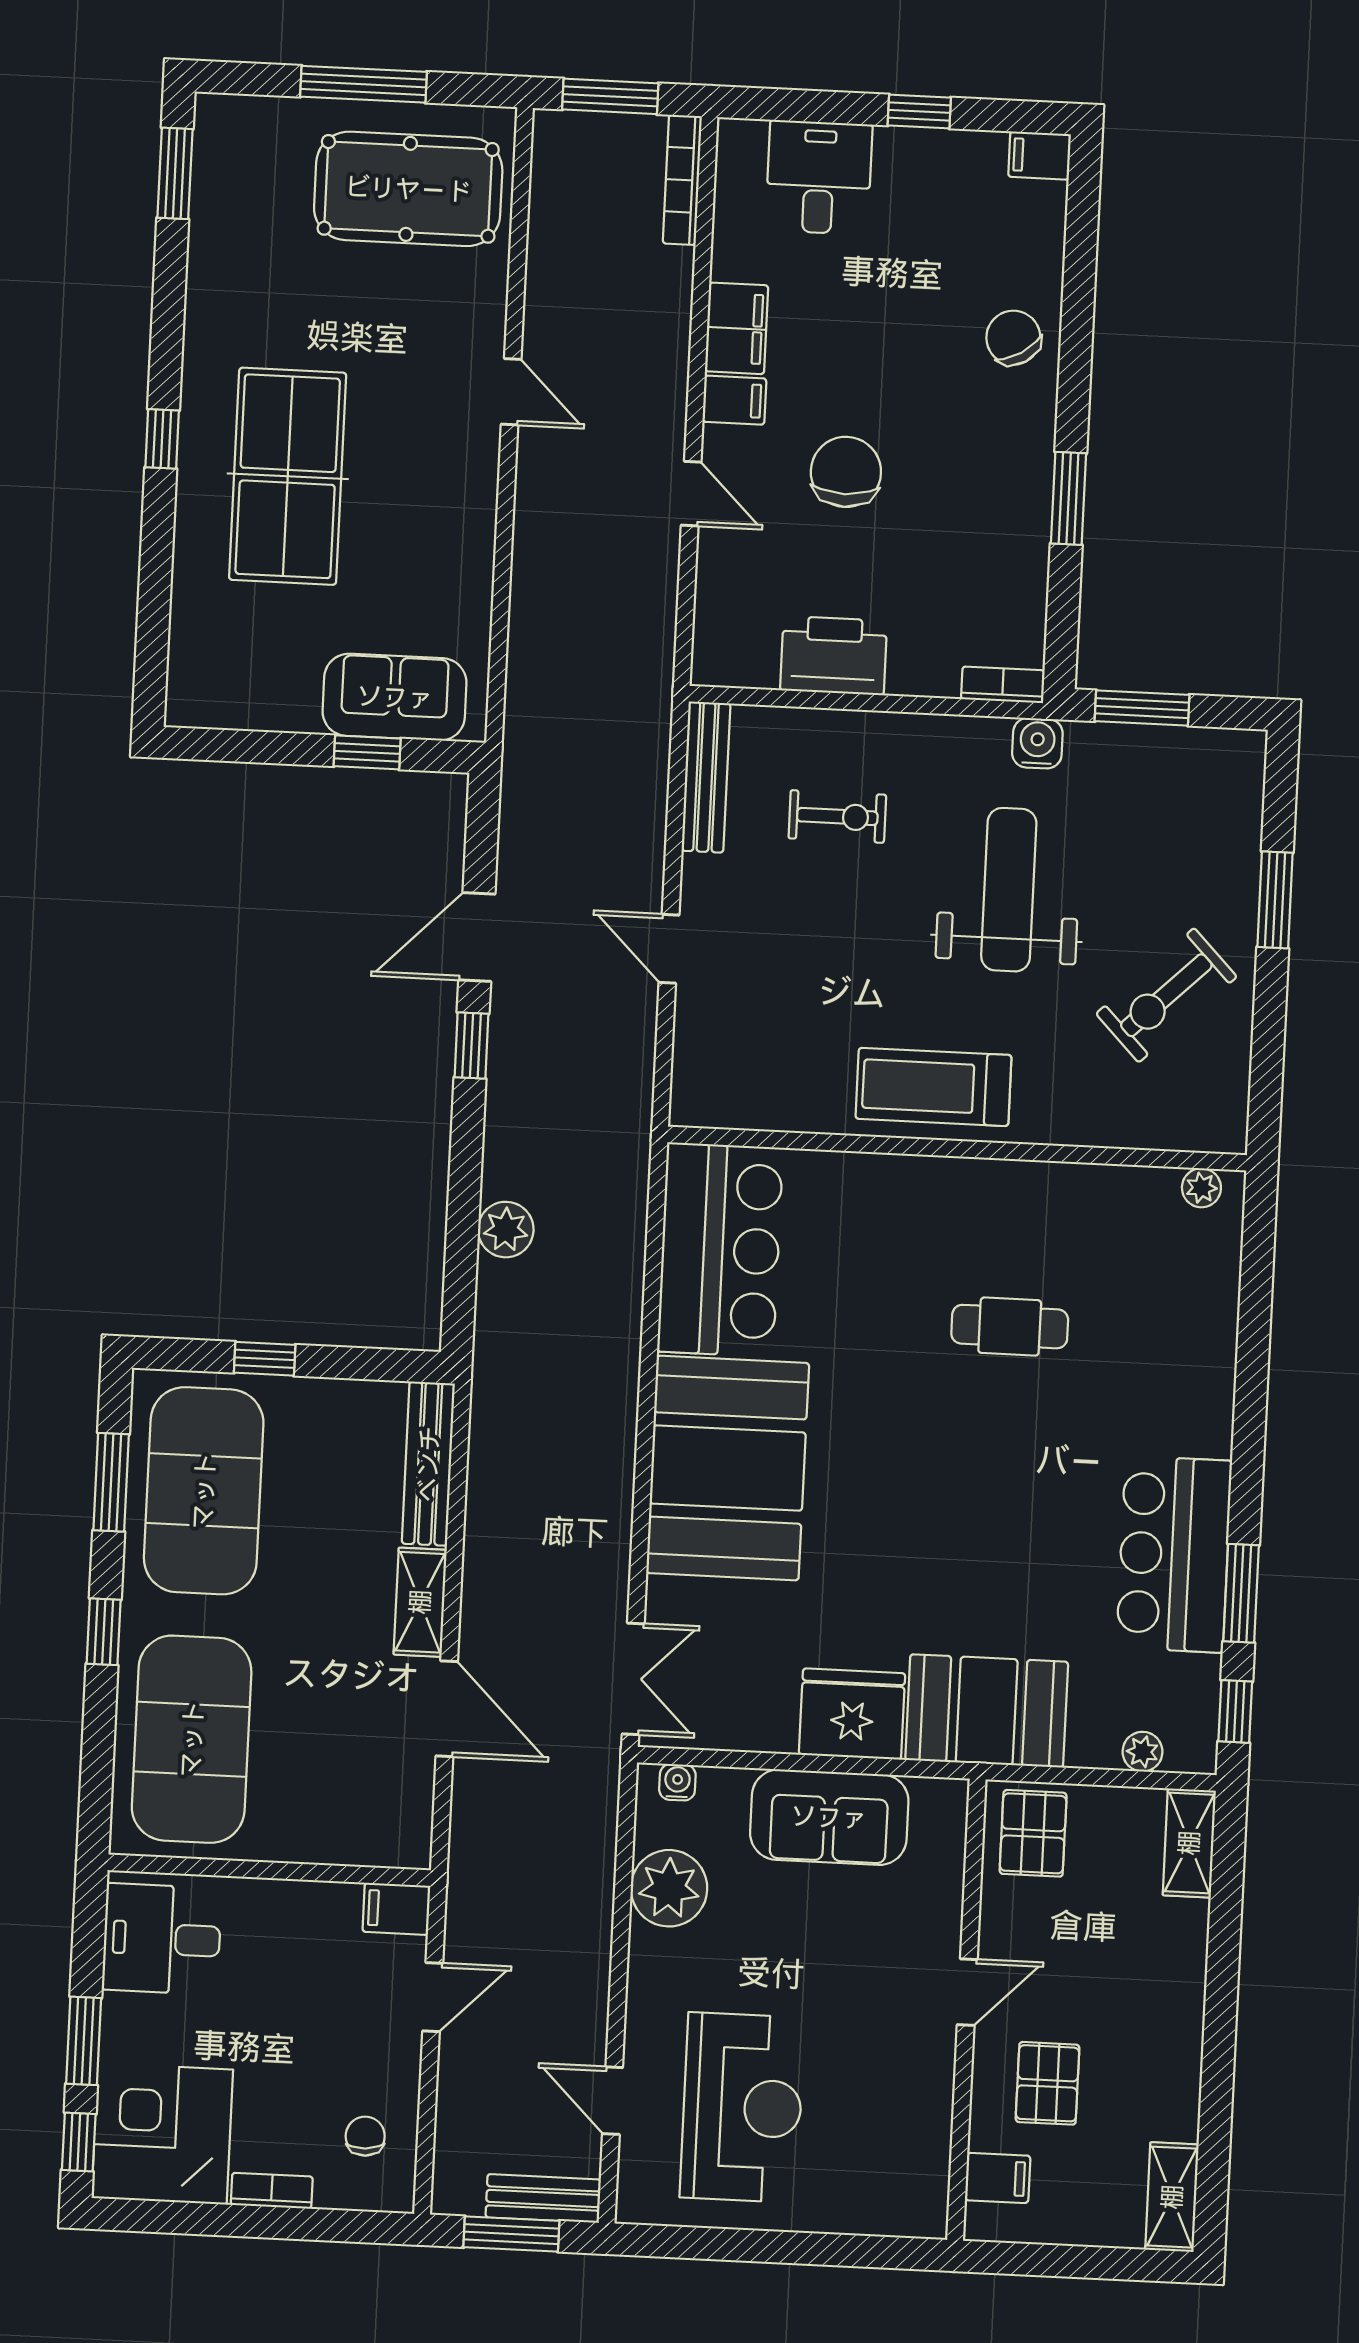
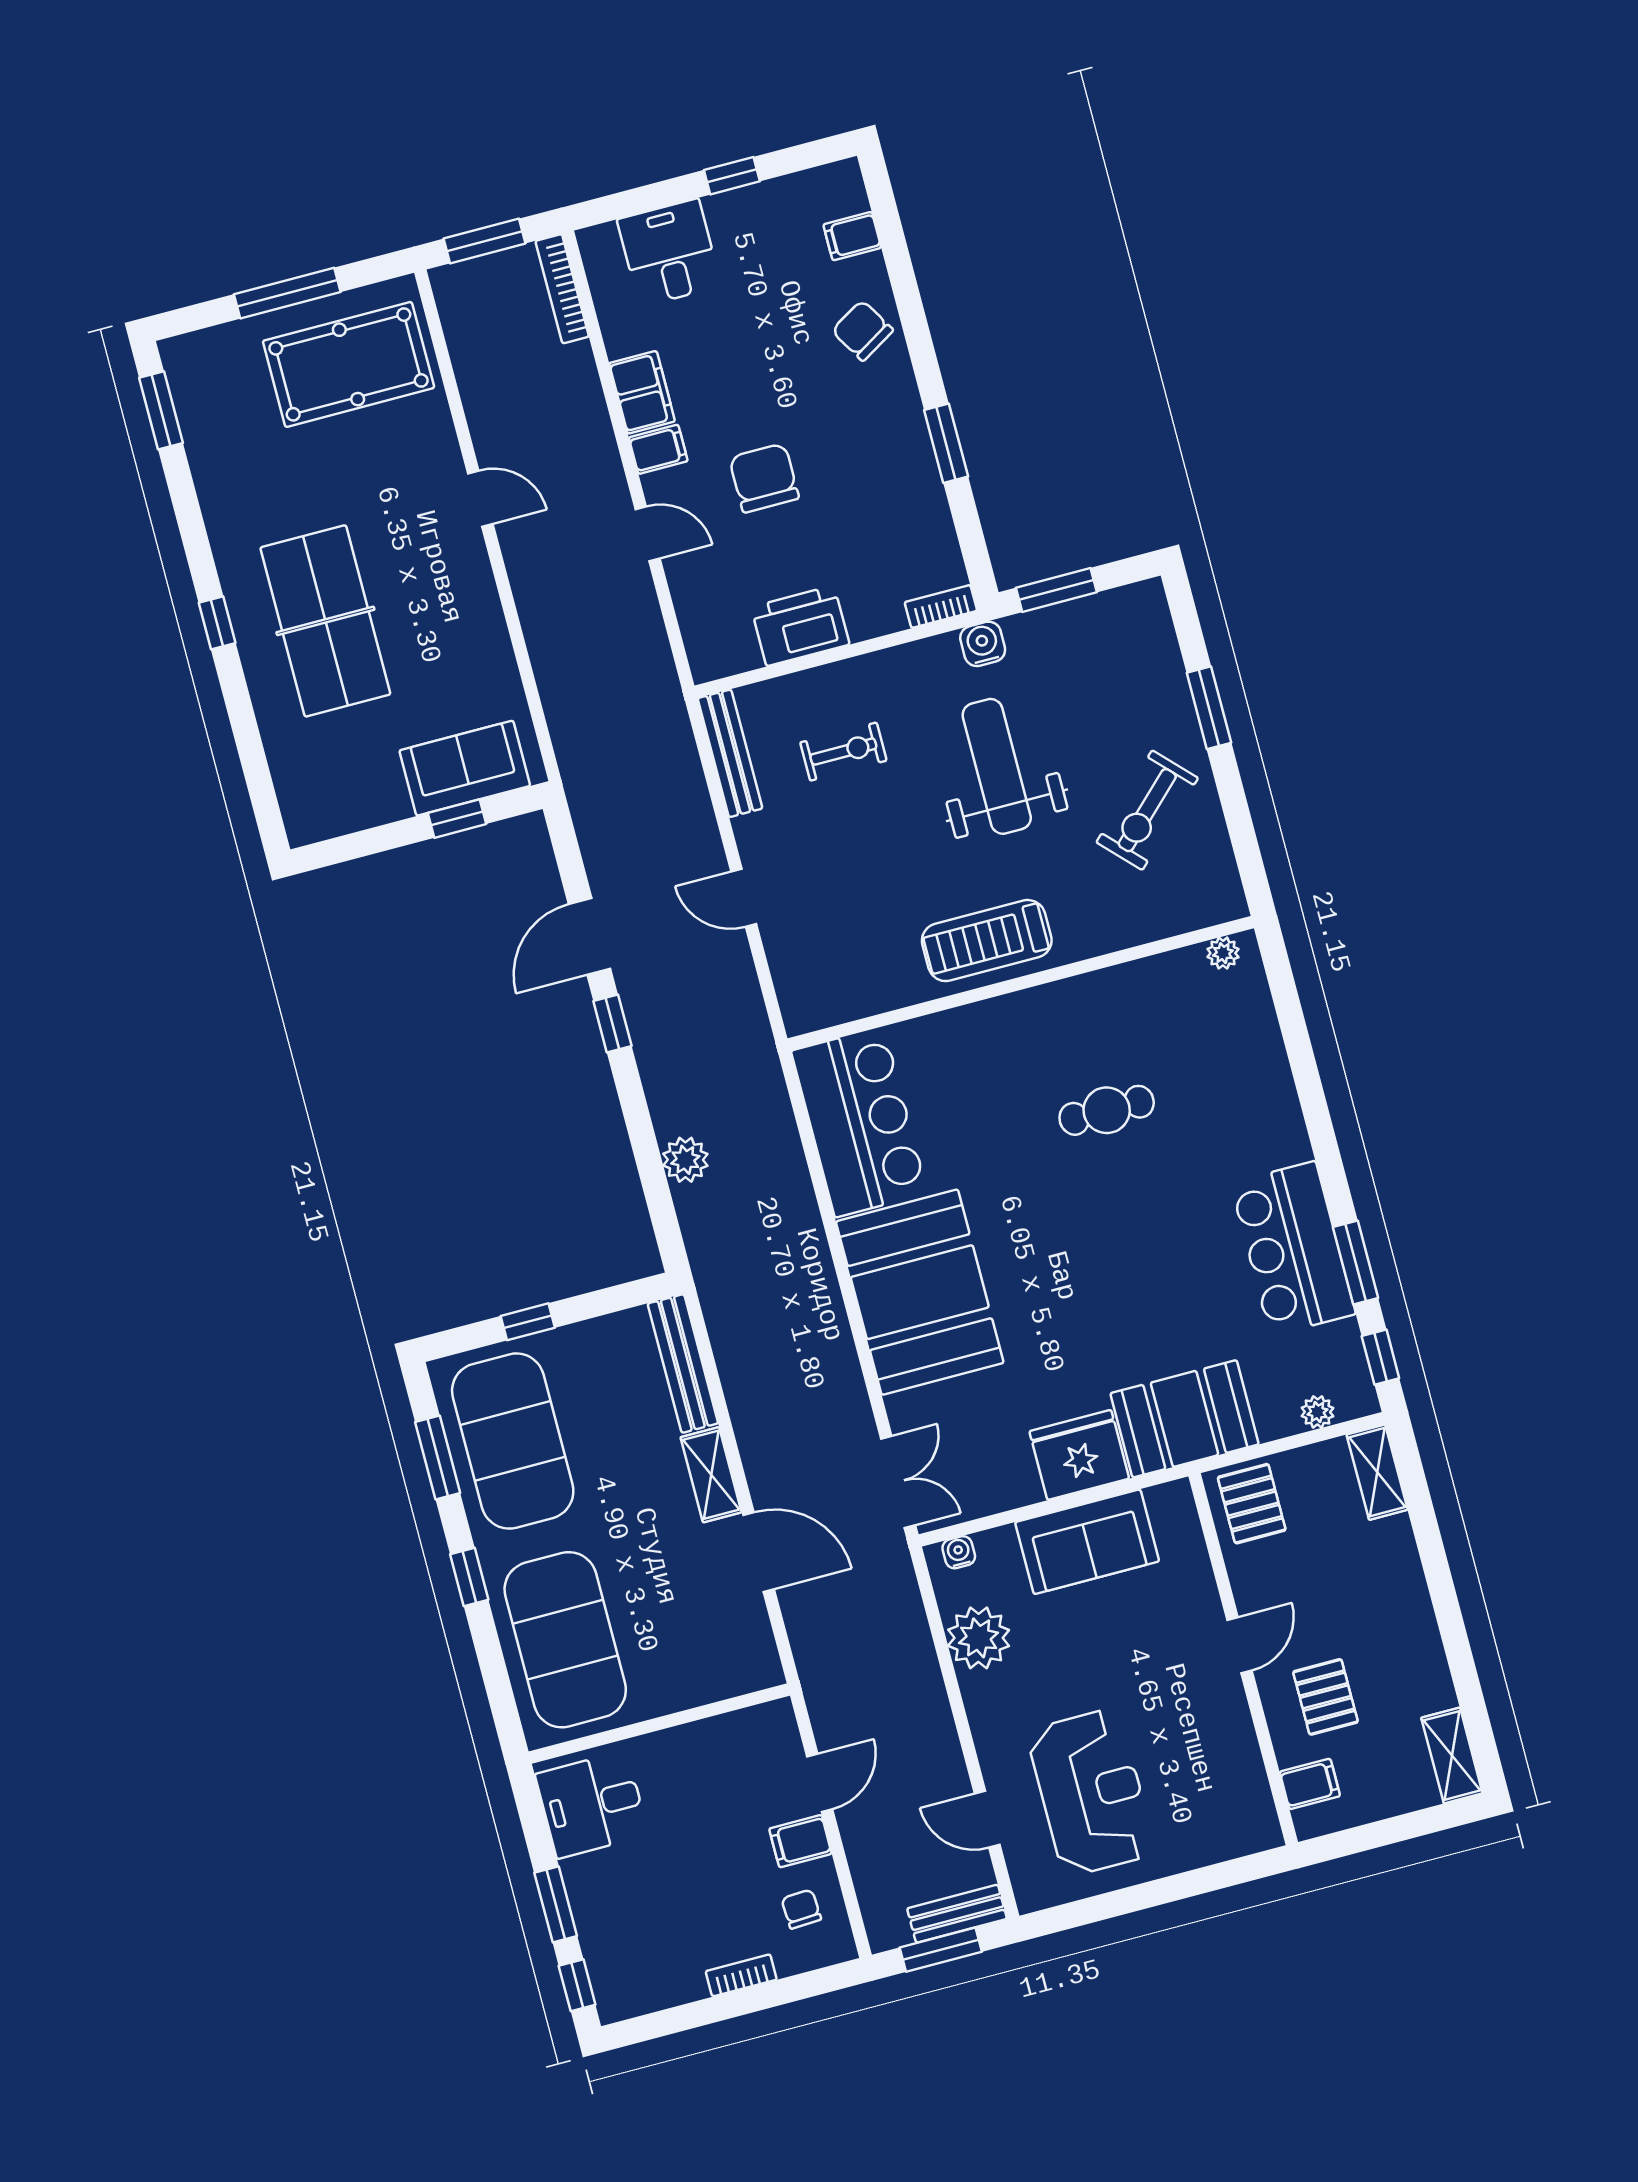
filing cabinet: (1040, 156) -> (852, 236), moved
filing cabinet: (396, 1909) -> (800, 1841), moved
corner desk: (162, 2134) -> (641, 1958), removed

